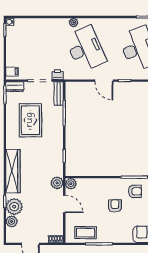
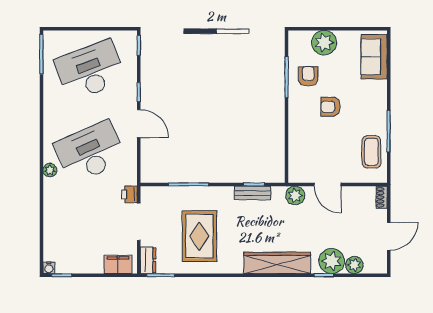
filing cabinet: (12, 72) -> (118, 264), width x2.00
door: (104, 81) -> (139, 124), hinge flipped
bench: (59, 94) -> (253, 193), moved
rug: (30, 120) -> (199, 236), turned 90
plant: (71, 184) -> (297, 174), removed
door: (64, 204) -> (328, 184), swing flipped

